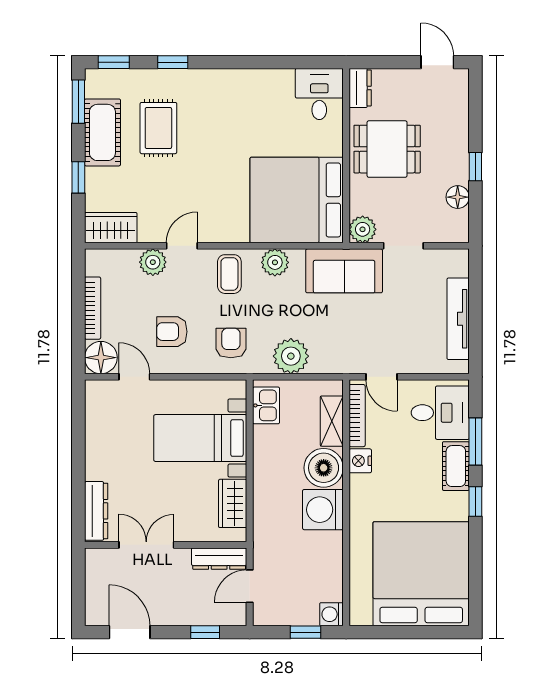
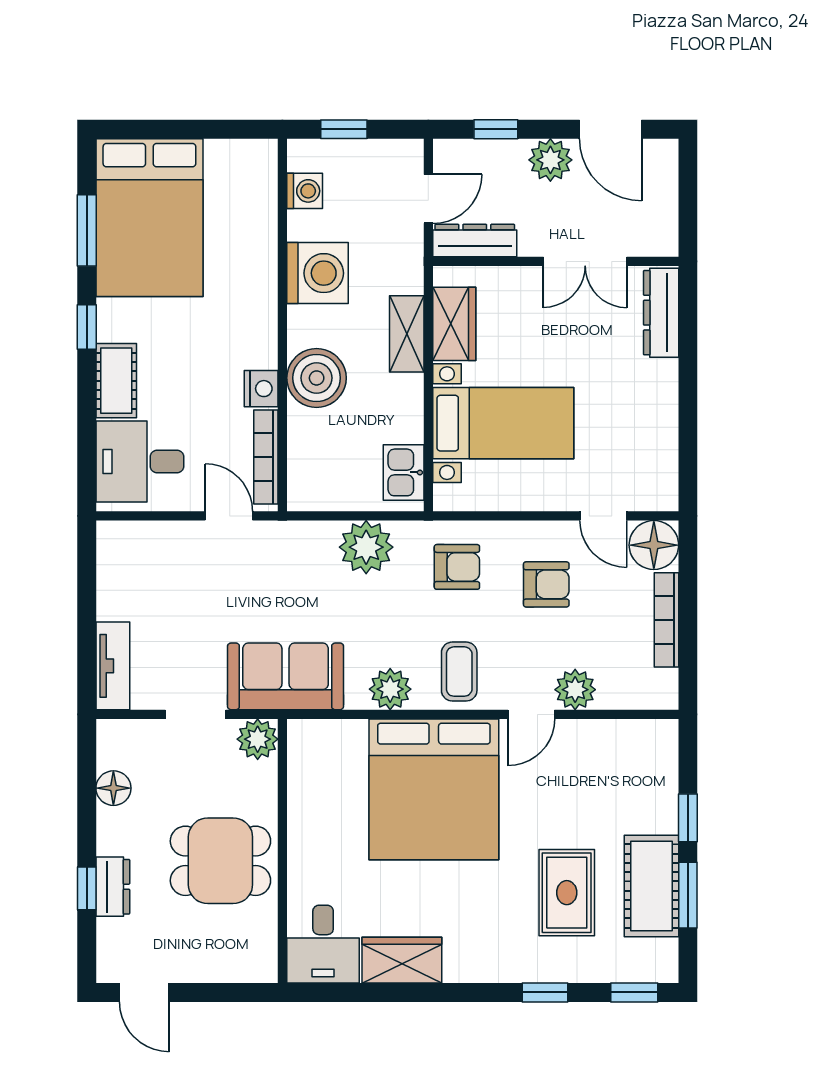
dresser: (360, 88) -> (113, 887), moved, turned 180
window: (78, 102) -> (688, 895), moved
window: (475, 167) -> (87, 888), moved
bed: (297, 200) -> (434, 789), moved, turned 90
wardrobe: (111, 228) -> (402, 960), moved, turned 180
tv unit: (458, 319) -> (113, 666), moved, width x0.71
armchair: (231, 343) -> (457, 567), turned -90
shelving: (332, 421) -> (407, 334), moved
window: (475, 442) -> (87, 230), moved
washing machine: (323, 510) -> (318, 273), moved
bed: (421, 574) -> (149, 218), width x0.73
plant: (169, 612) -> (550, 160), added
washing machine: (331, 614) -> (305, 191), moved

